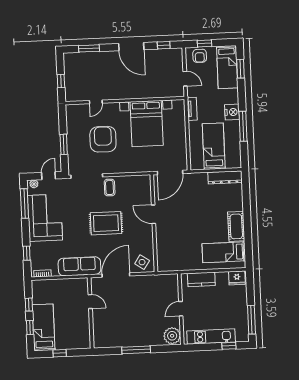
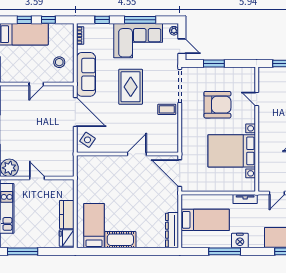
window: (24, 203) -> (140, 20), moved
rug: (106, 223) -> (131, 87), moved
kitchen counter: (201, 279) -> (67, 215), moved
stool: (69, 292) -> (59, 62), added
door: (90, 302) -> (36, 84), moved

